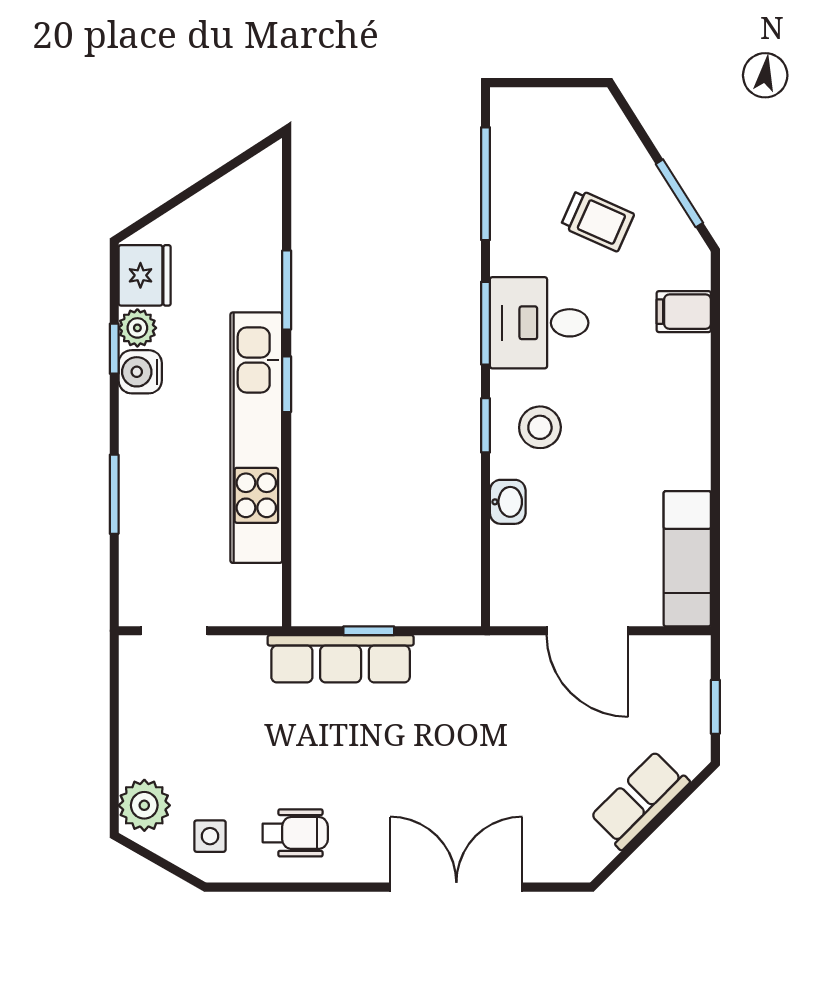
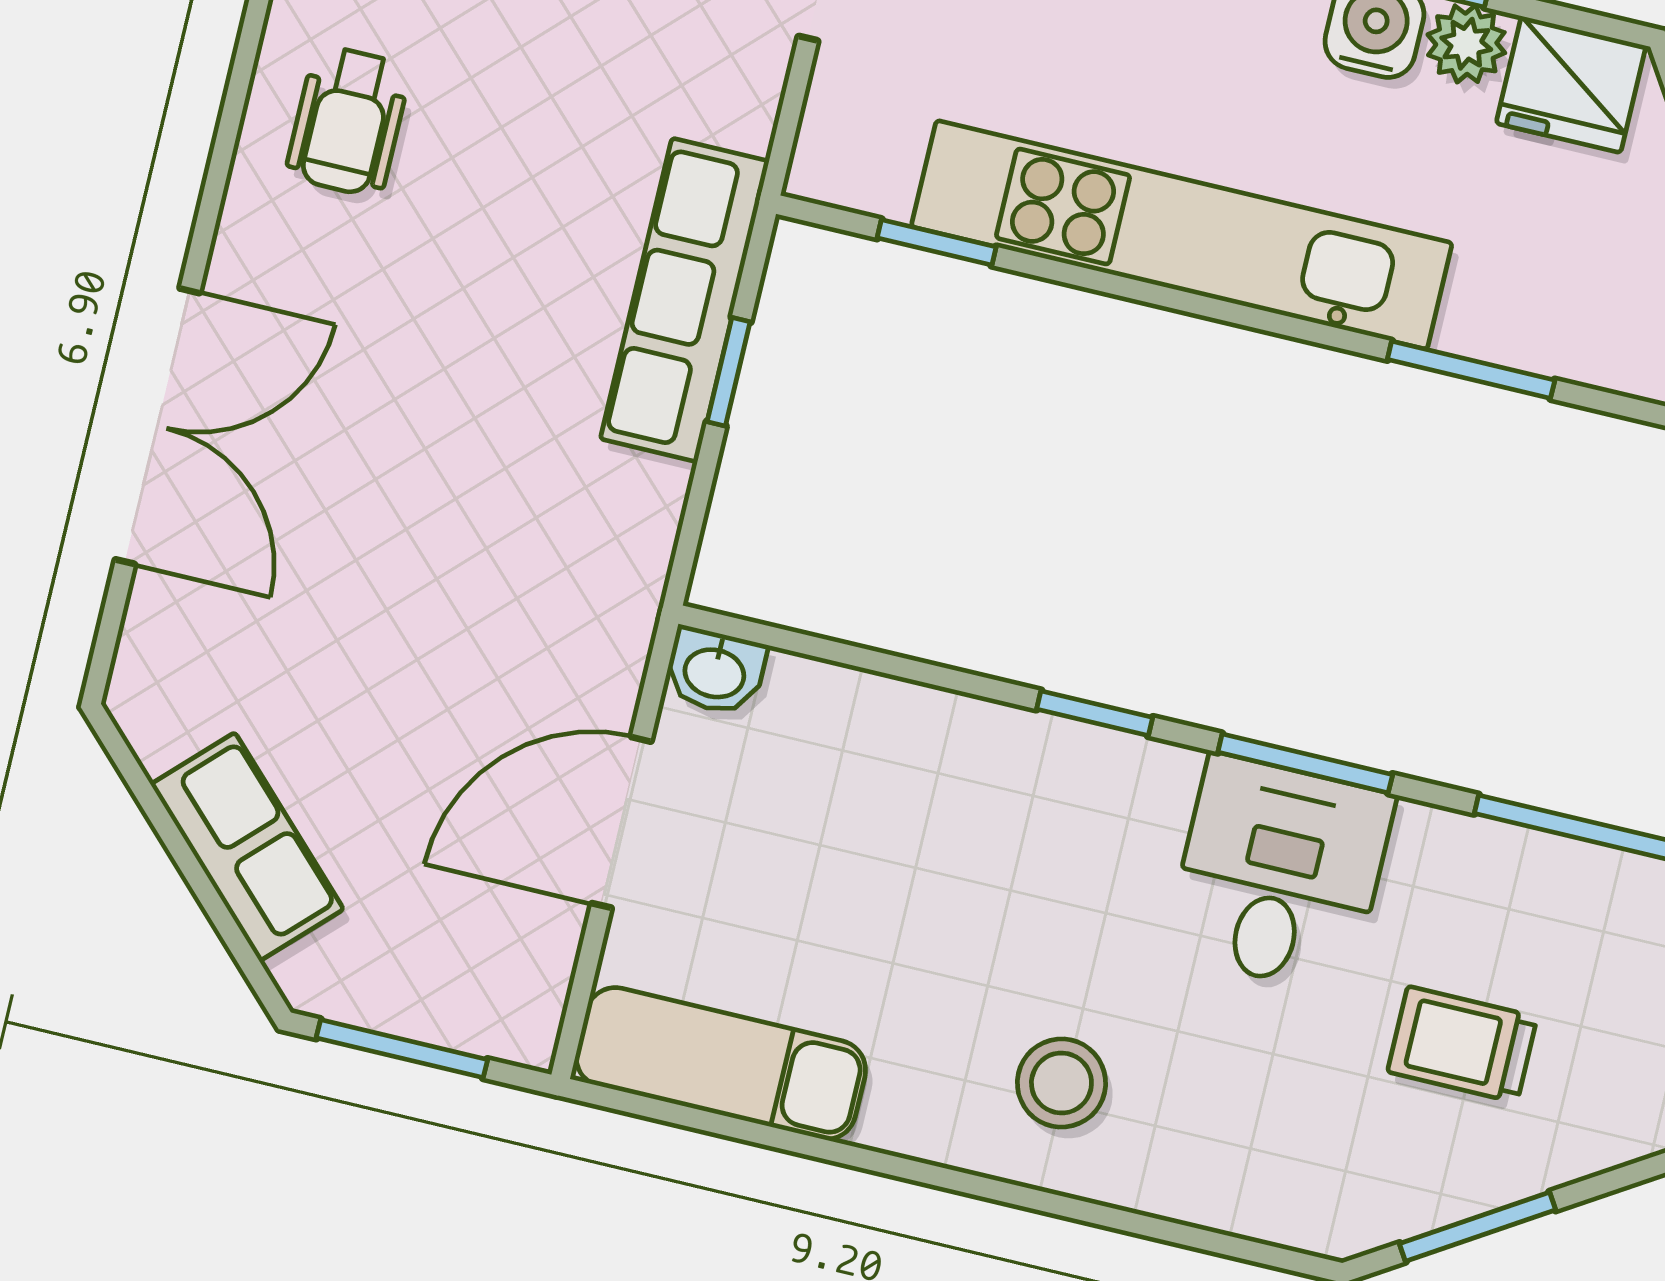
trolley: (597, 220) -> (1462, 1044), turned 66
filing cabinet: (684, 312) -> (1232, 1177), removed
window: (287, 384) -> (937, 242), moved
stool: (540, 427) -> (1061, 1083), moved
washbasin: (508, 502) -> (715, 671), moved
window: (715, 707) -> (402, 1049), width x1.50

